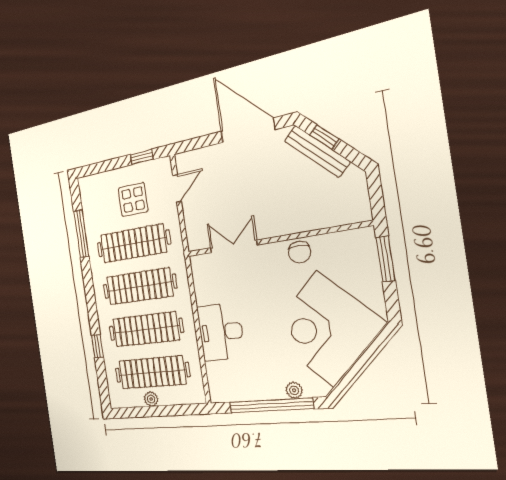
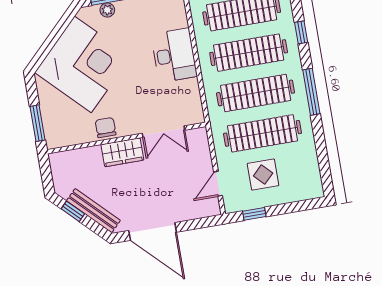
window: (324, 137) -> (73, 211), moved
wardrobe: (280, 223) -> (122, 152), added
window: (81, 234) -> (311, 92), moved

